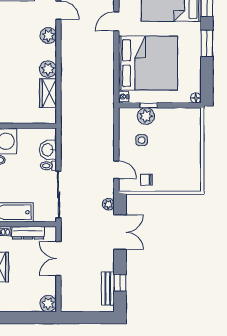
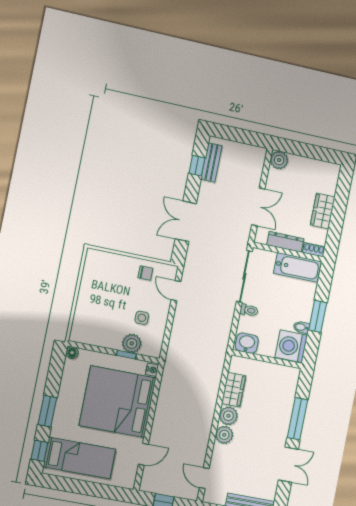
plant: (48, 35) -> (224, 435), moved
washbasin: (48, 150) -> (247, 343), moved, turned -90
plant: (108, 204) -> (192, 255), removed

